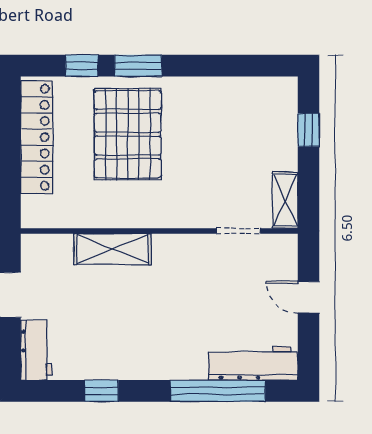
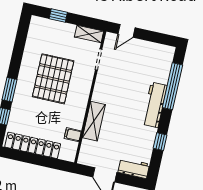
pallet: (128, 134) -> (53, 79), moved, turned 90
filing cabinet: (76, 213) -> (73, 135), added
door: (309, 297) -> (127, 31), moved
workbench: (253, 363) -> (155, 105), moved

